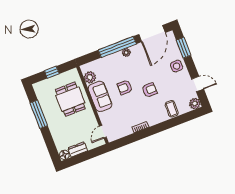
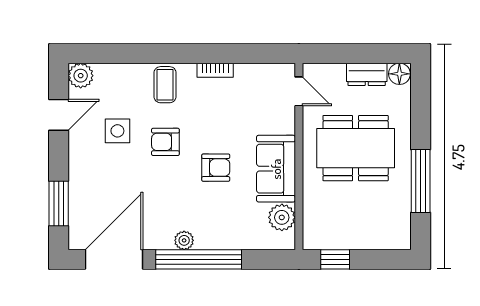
side table: (177, 66) -> (117, 131), moved
window: (52, 72) -> (335, 259), moved
door: (198, 84) -> (59, 115), swing flipped
dining table: (70, 99) -> (356, 148), moved, width x1.38
coffee table: (172, 109) -> (165, 85), moved
door: (103, 132) -> (299, 91), hinge flipped

